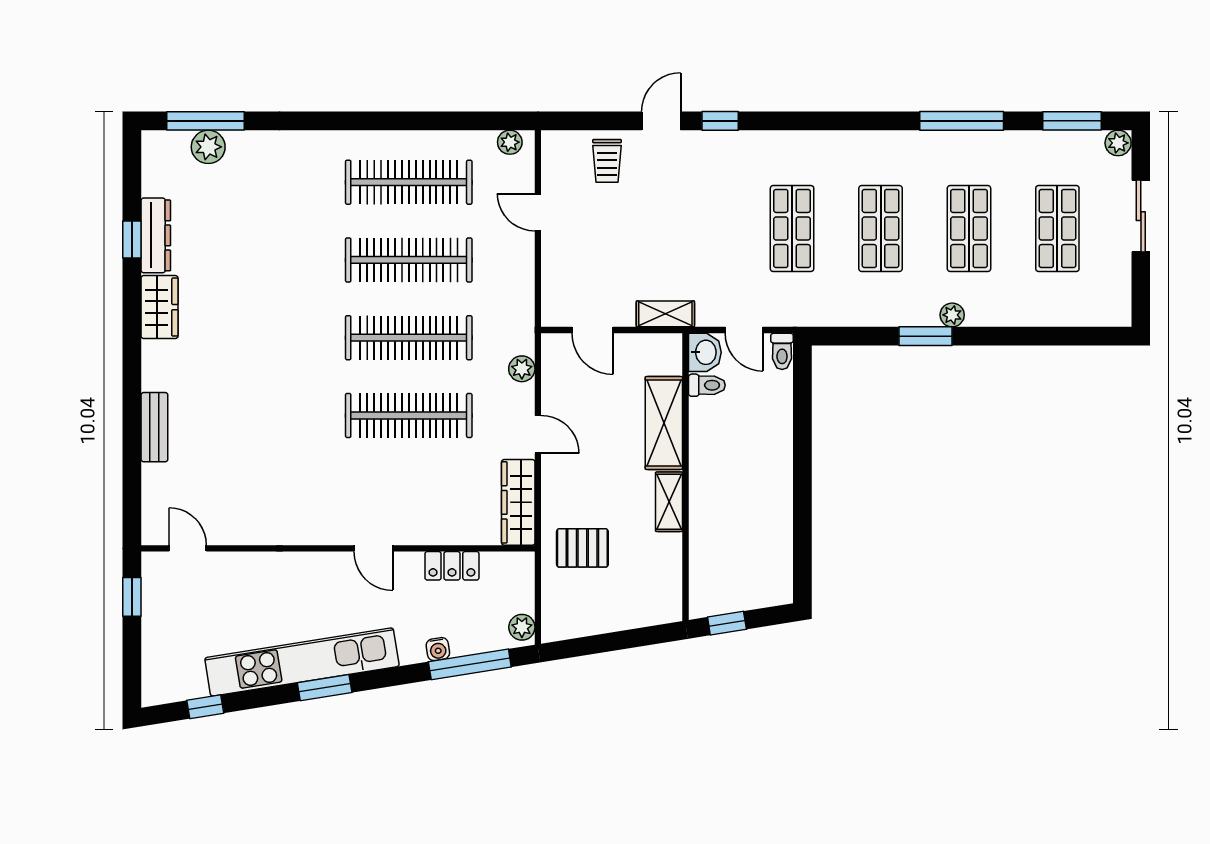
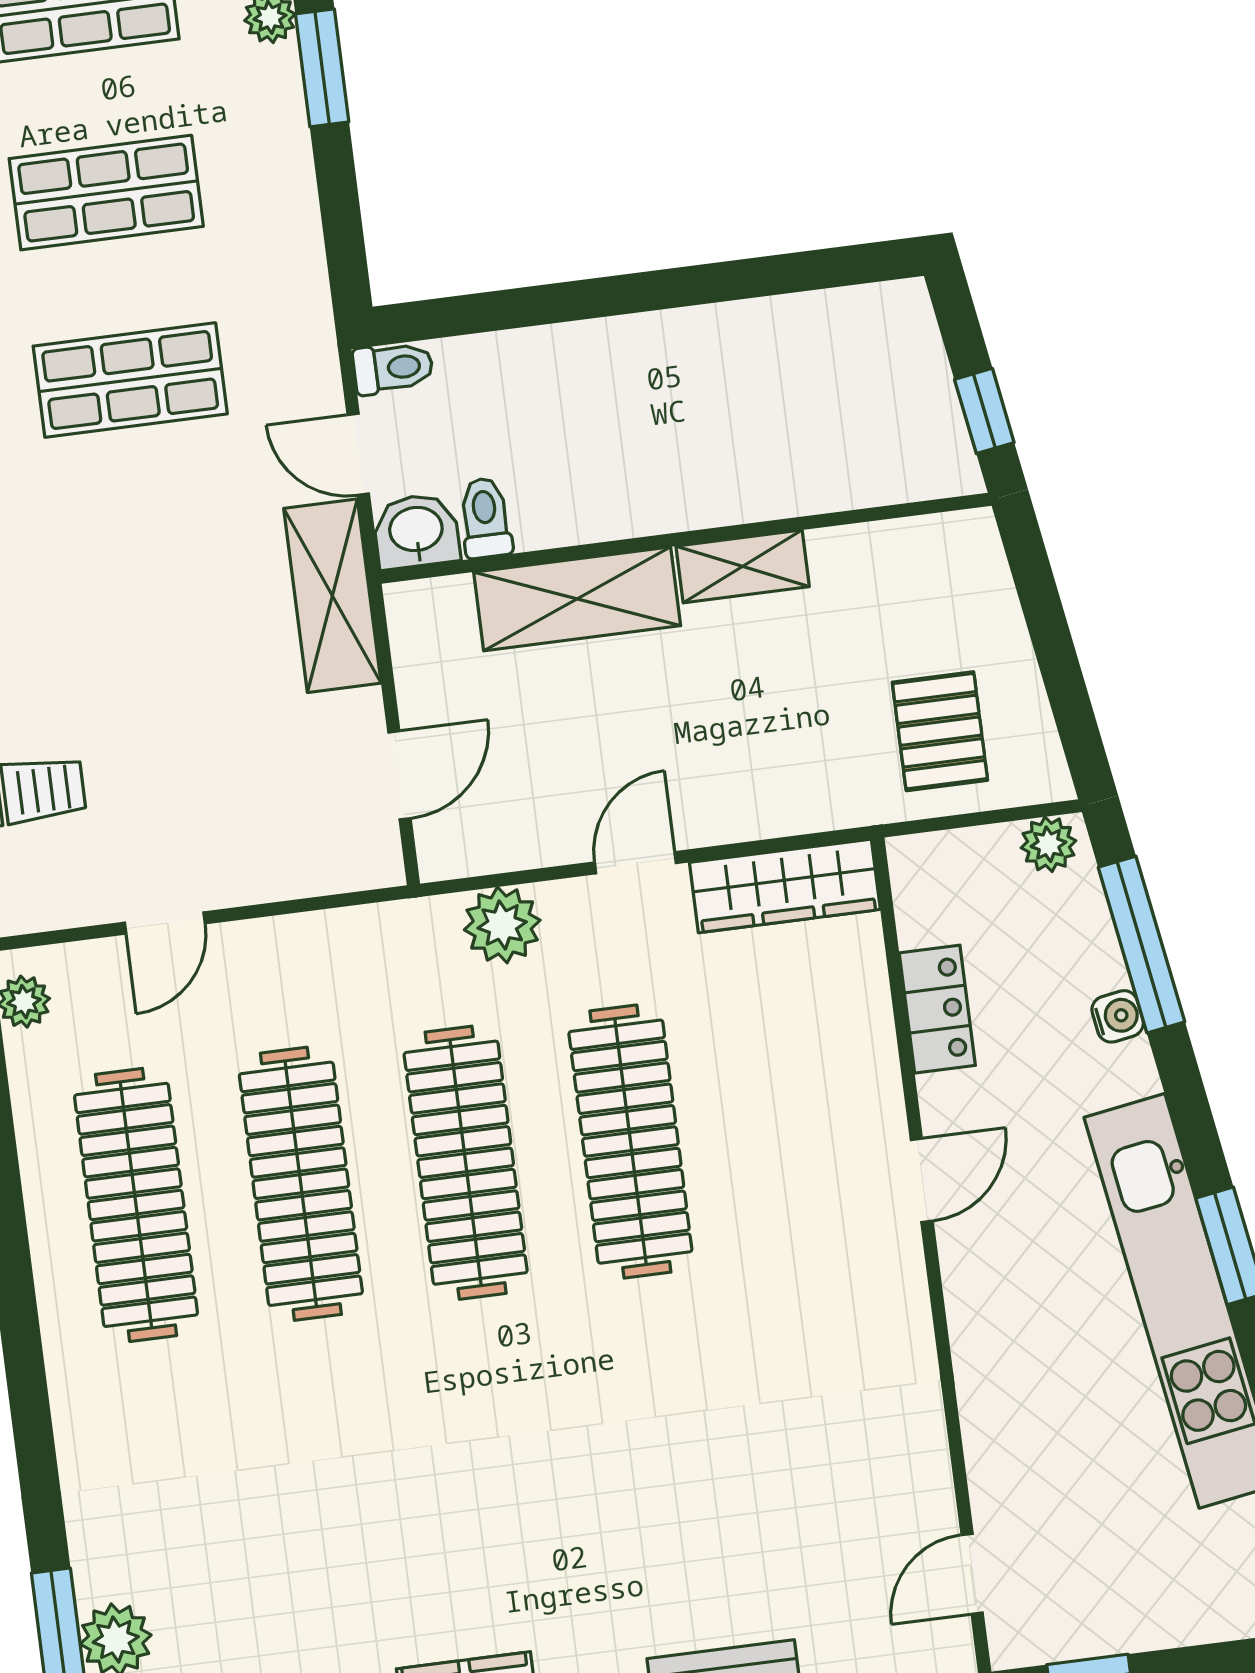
shelving: (665, 314) -> (332, 596), width x1.50, depth x1.33
door: (744, 330) -> (358, 454), swing flipped
plant: (522, 369) -> (502, 925), width x1.38, depth x1.38
pallet: (582, 548) -> (940, 731), moved

